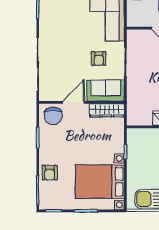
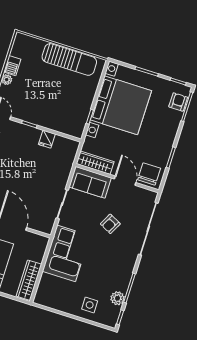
armchair: (99, 59) -> (110, 224), moved, turned -153
door: (74, 102) -> (125, 181), swing flipped
armchair: (50, 173) -> (178, 102), moved
bed with nightstands: (100, 182) -> (121, 105), width x1.36

